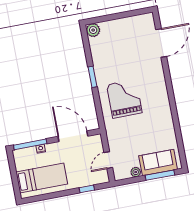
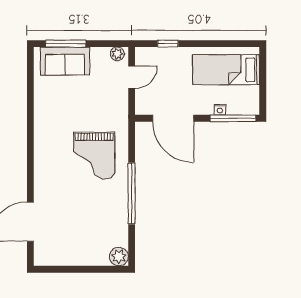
window: (93, 77) -> (132, 194), width x2.11
plant: (136, 172) -> (117, 54), moved

